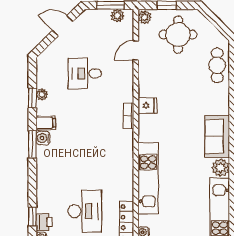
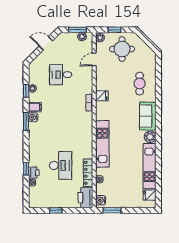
cafe table: (217, 65) -> (140, 84), moved

